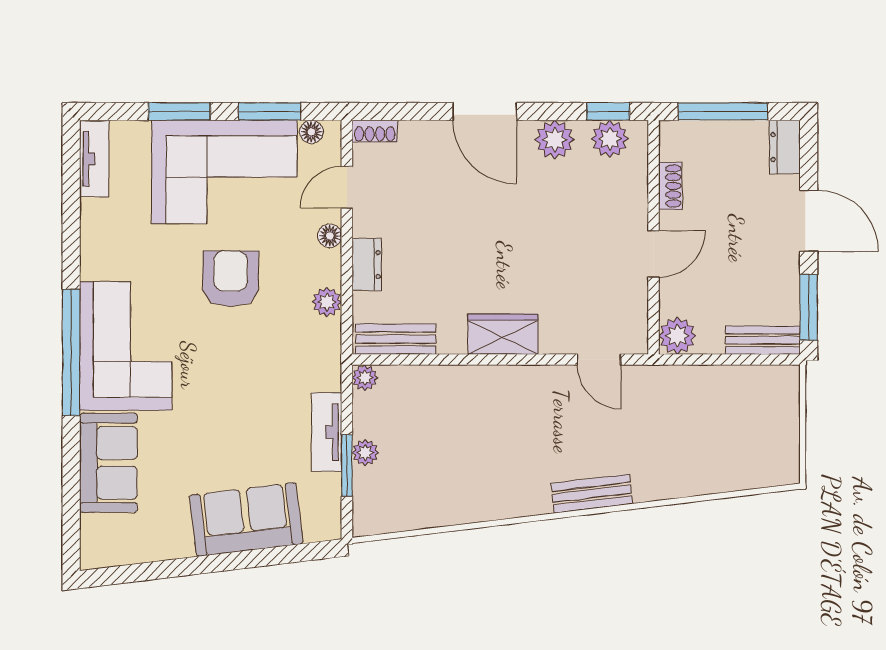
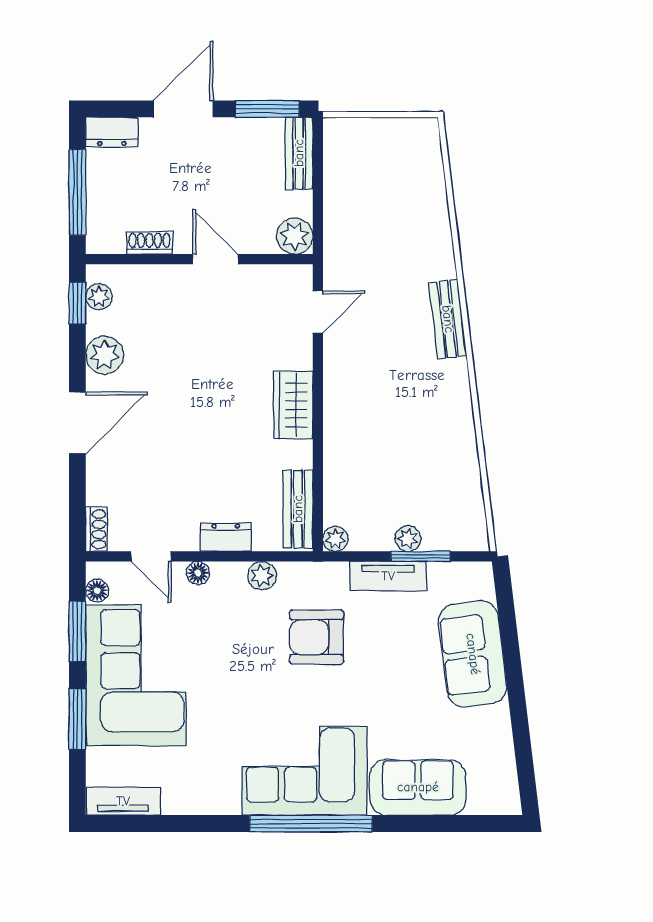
plant: (610, 139) -> (99, 297), width x0.73, depth x0.73
armchair: (231, 279) -> (317, 637), moved

